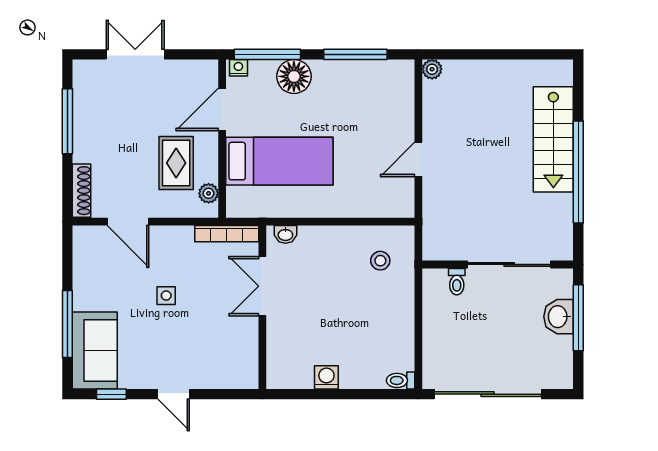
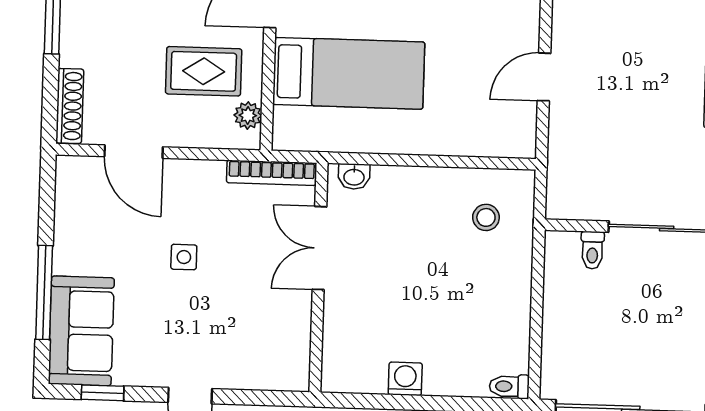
rug: (176, 163) -> (204, 71), turned 90

